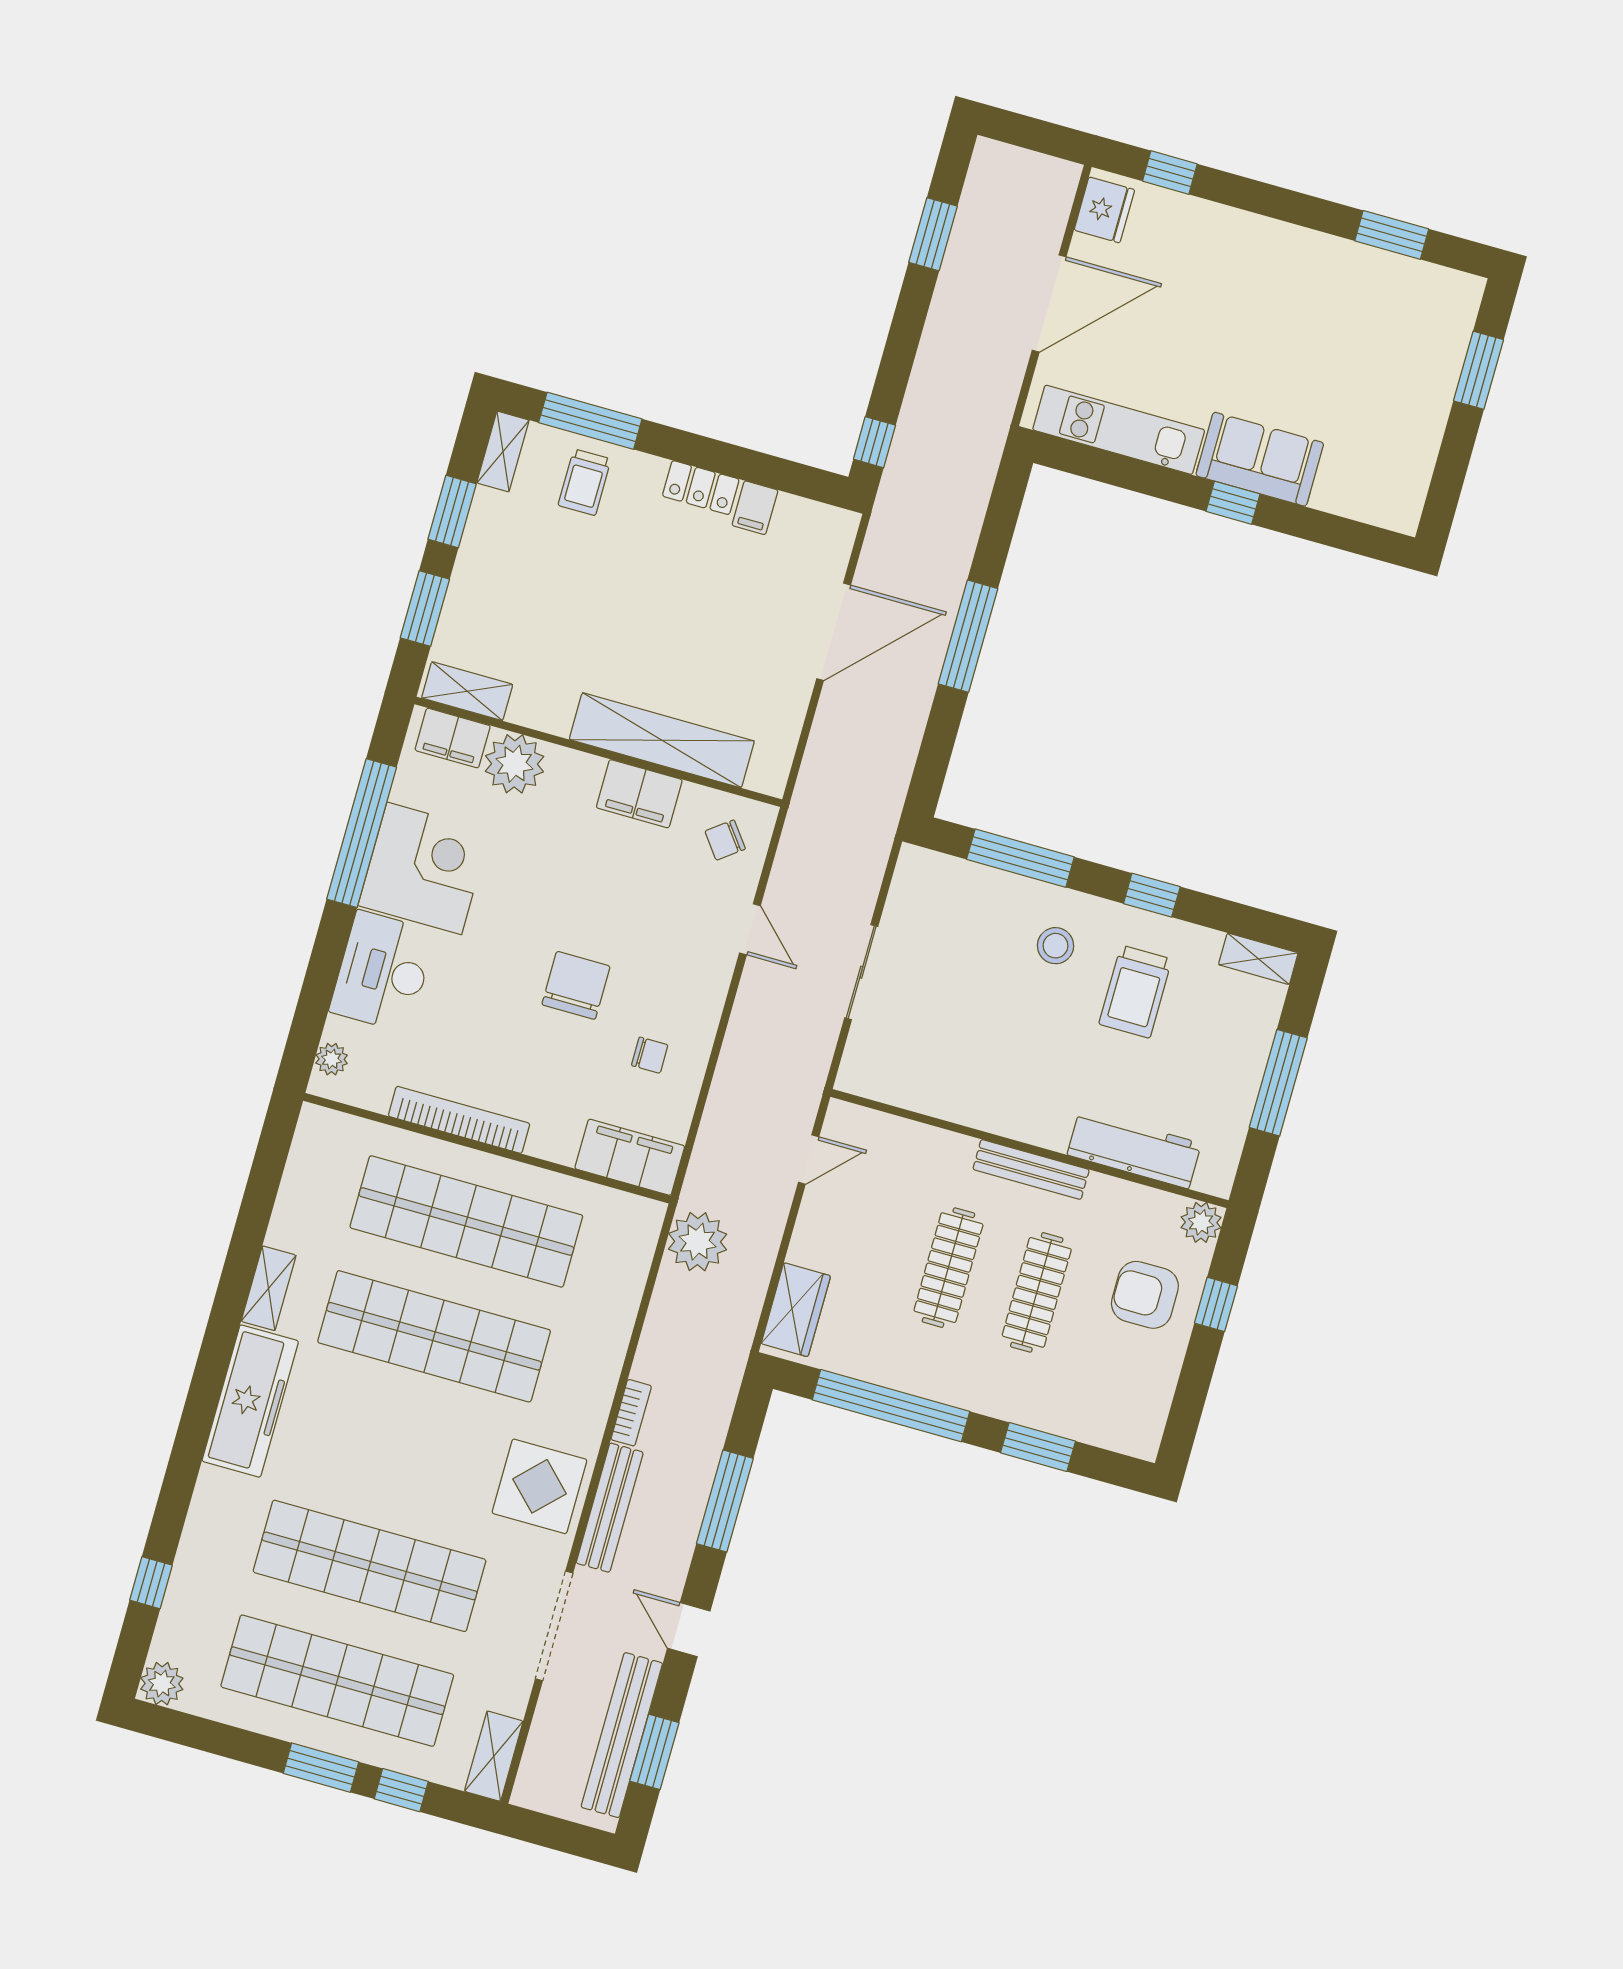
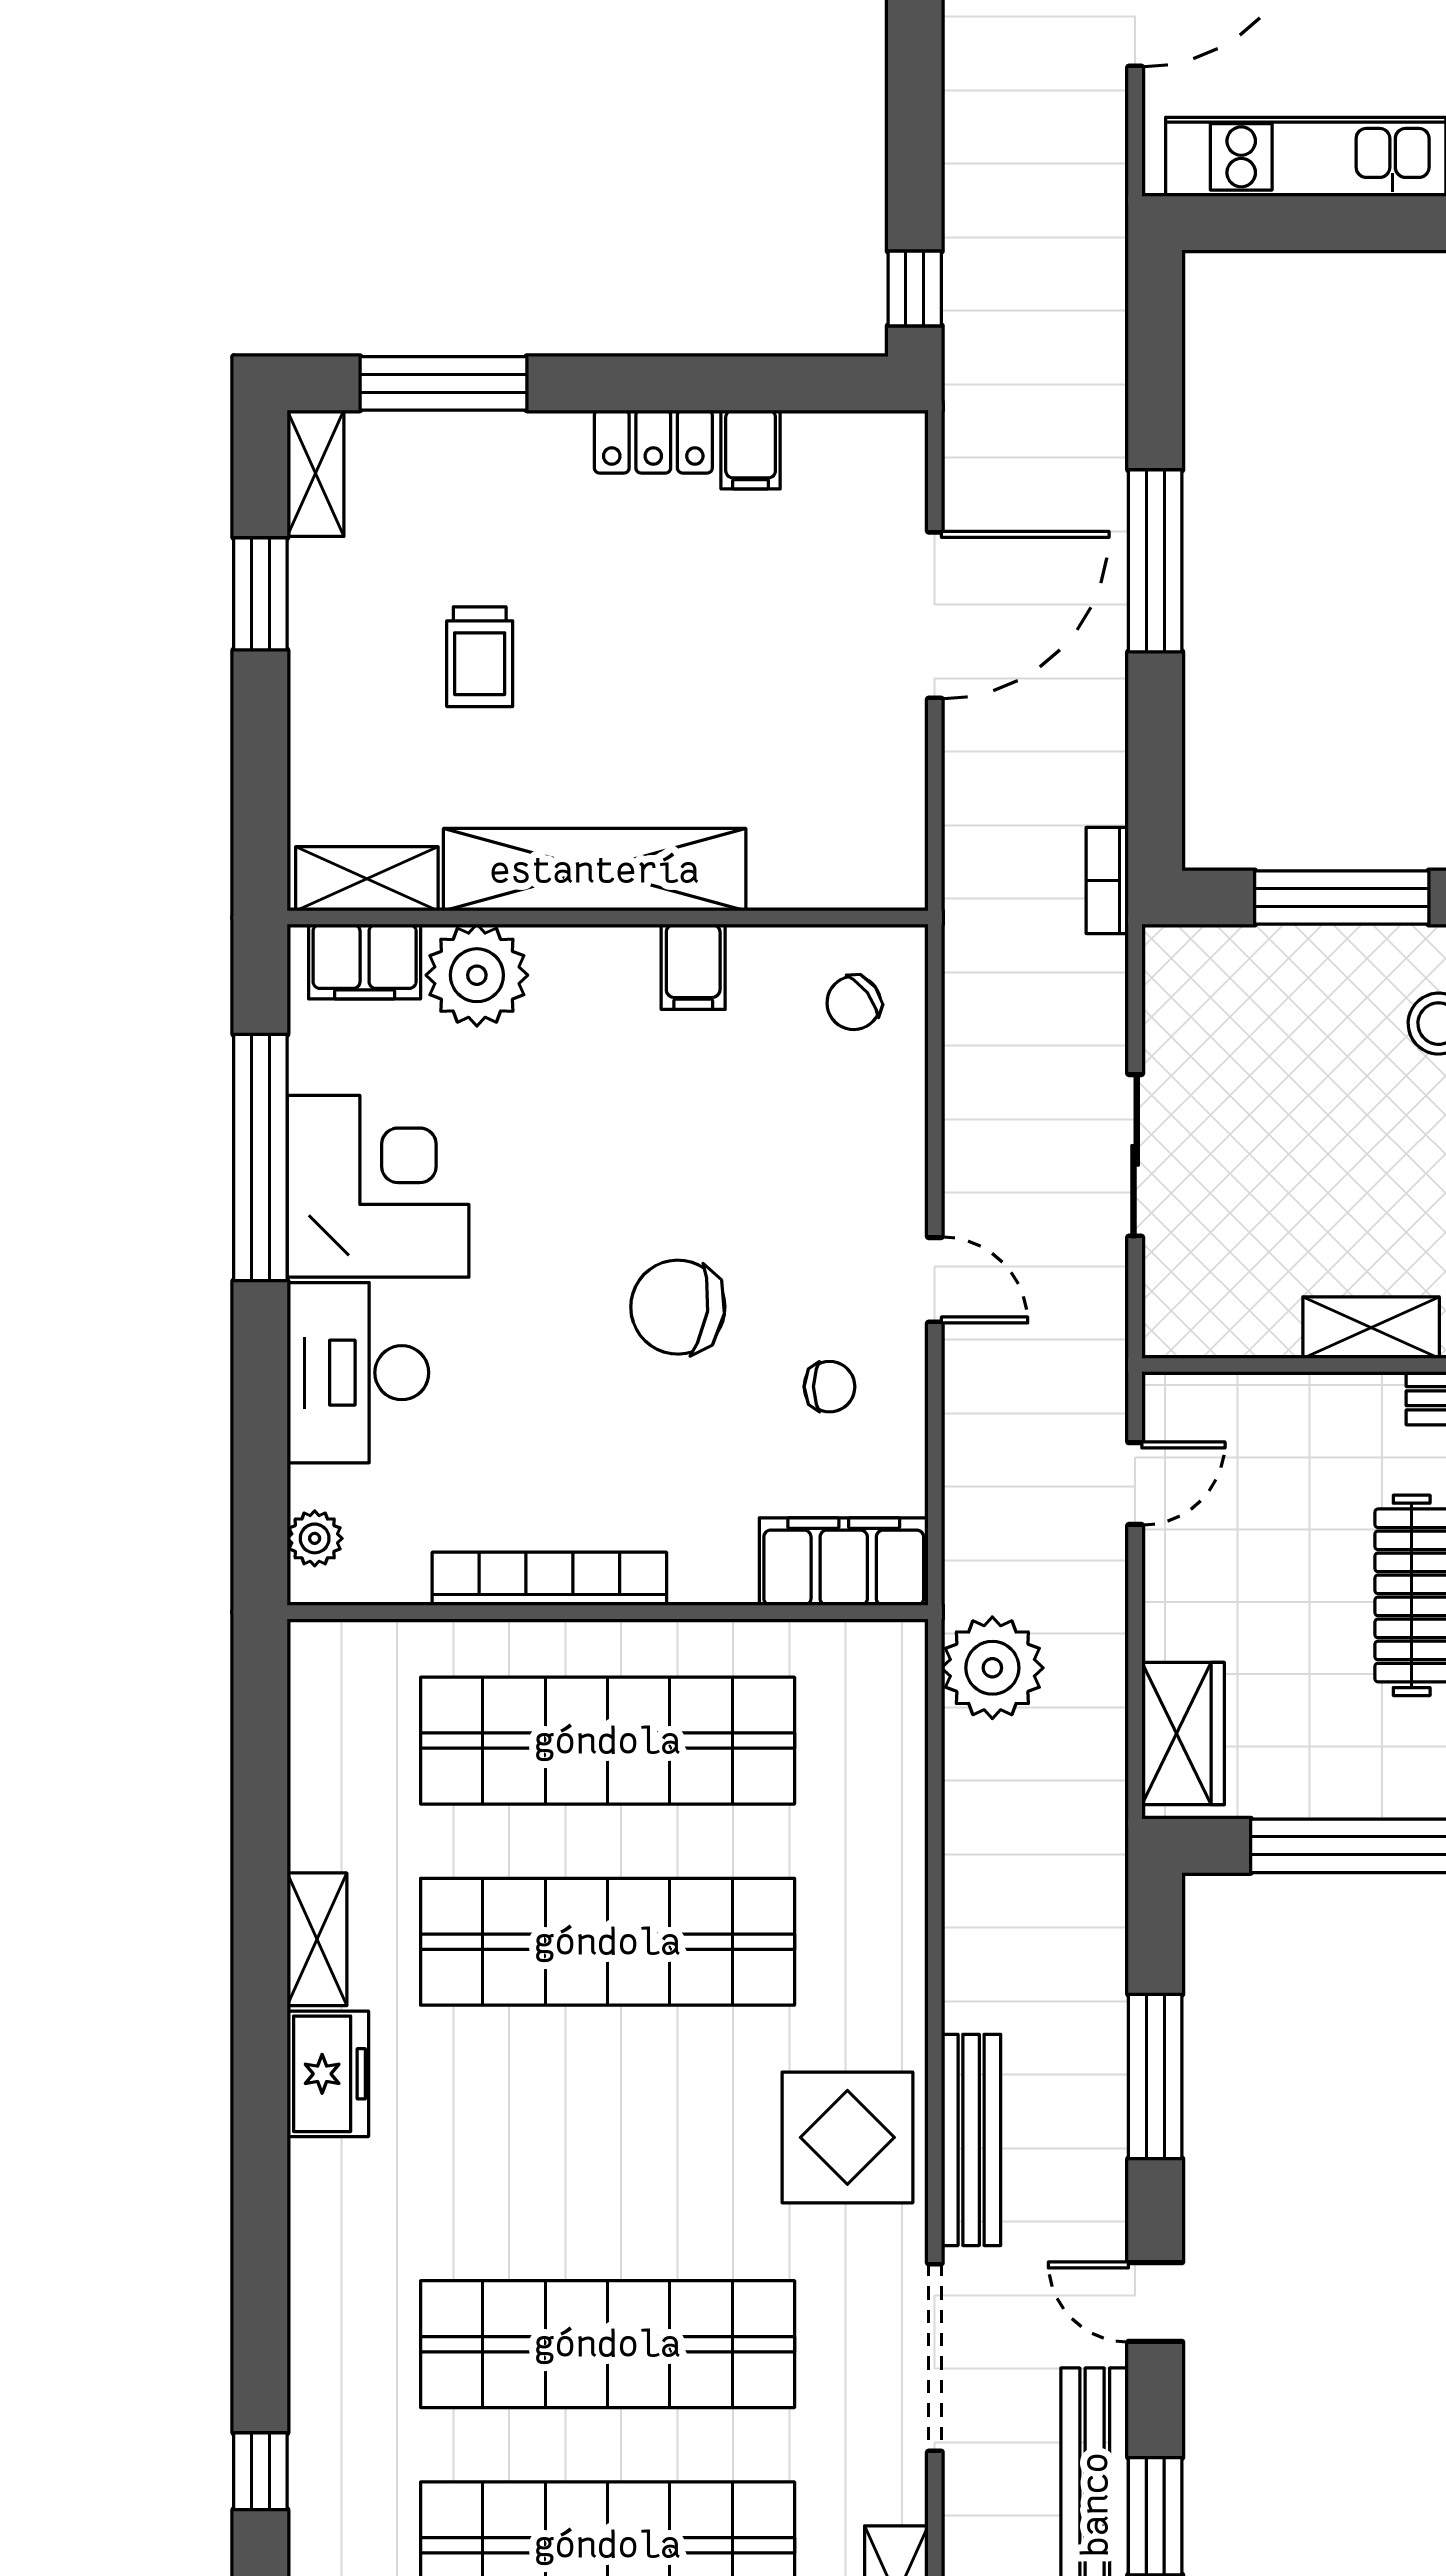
trolley: (585, 482) -> (480, 657), moved
window: (425, 609) -> (260, 764), removed
shelving: (662, 740) -> (595, 870), moved
filing cabinet: (639, 794) -> (693, 967), width x0.50
door: (750, 929) -> (935, 1280), moved
chair: (576, 985) -> (678, 1307), turned -82
shelving: (968, 1108) -> (1371, 1328), added
freezer: (250, 1401) -> (328, 2074), width x0.52, depth x0.79
bookcase: (631, 1413) -> (1107, 881), moved, turned 180

